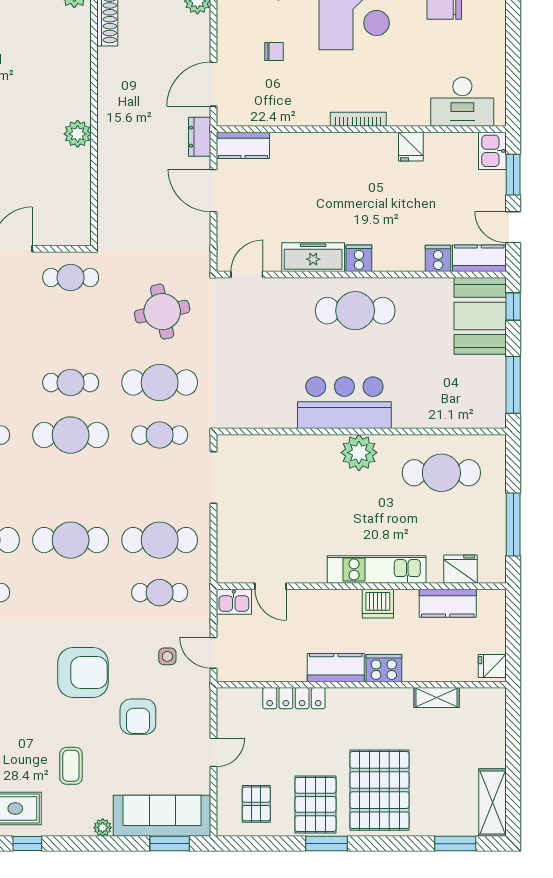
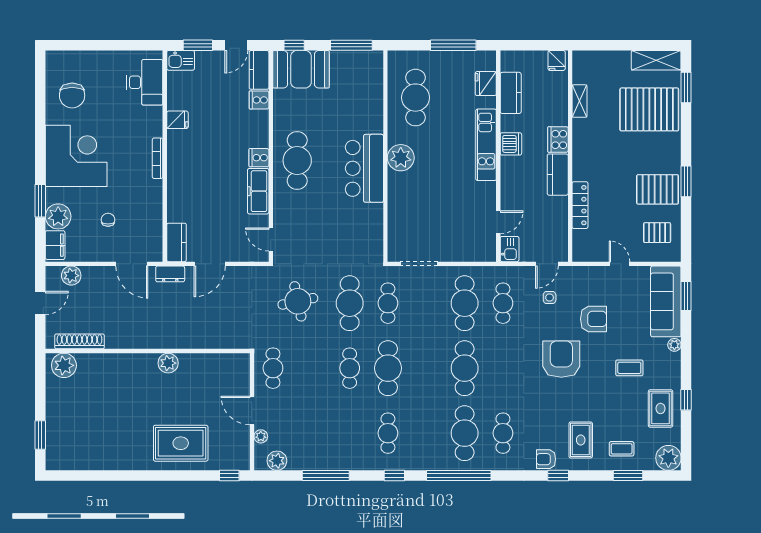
pallet: (379, 790) -> (649, 109), moved

